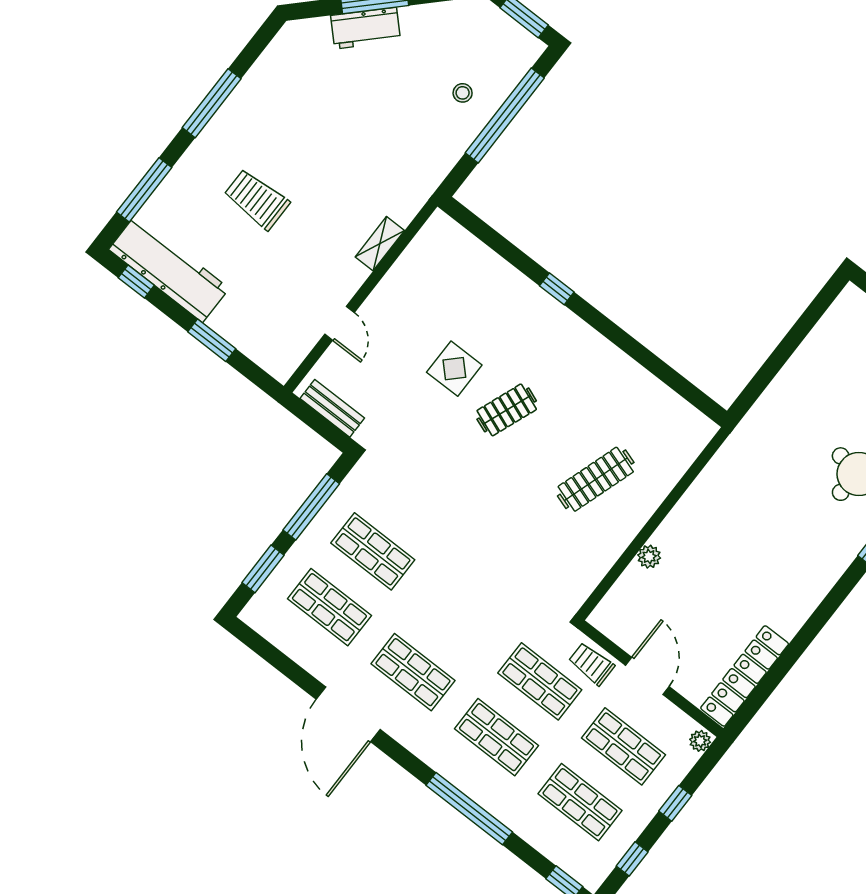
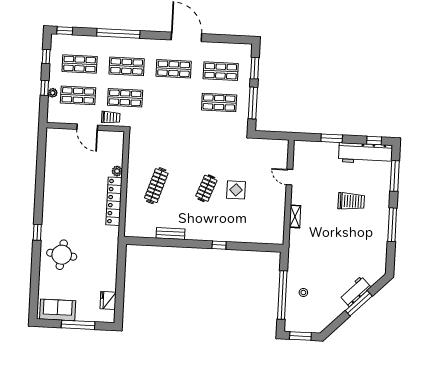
fridge: (832, 330) -> (108, 300), added
bench: (332, 408) -> (170, 234), moved
locker: (745, 676) -> (114, 201), moved, turned 180
plant: (700, 741) -> (53, 93), moved

